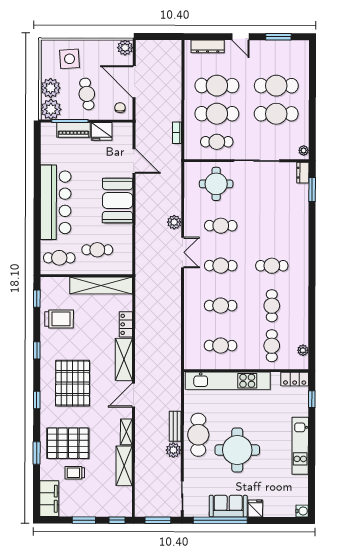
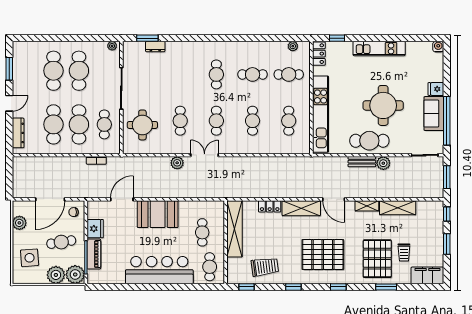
plant: (125, 48) -> (19, 223), moved
dresser: (303, 173) -> (155, 47), moved
trolley: (59, 319) -> (265, 267), turned 82

